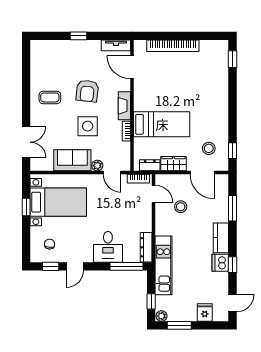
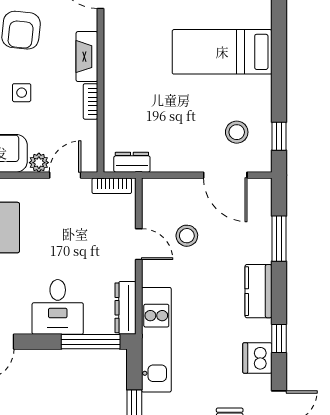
bed: (162, 124) -> (222, 52), moved, turned 180
side table: (88, 126) -> (22, 93), width x0.54, depth x0.54
wardrobe: (173, 164) -> (174, 159), removed
door: (112, 173) -> (65, 175), swing flipped
door: (154, 194) -> (139, 244), moved
dishwasher: (220, 263) -> (257, 358), moved

